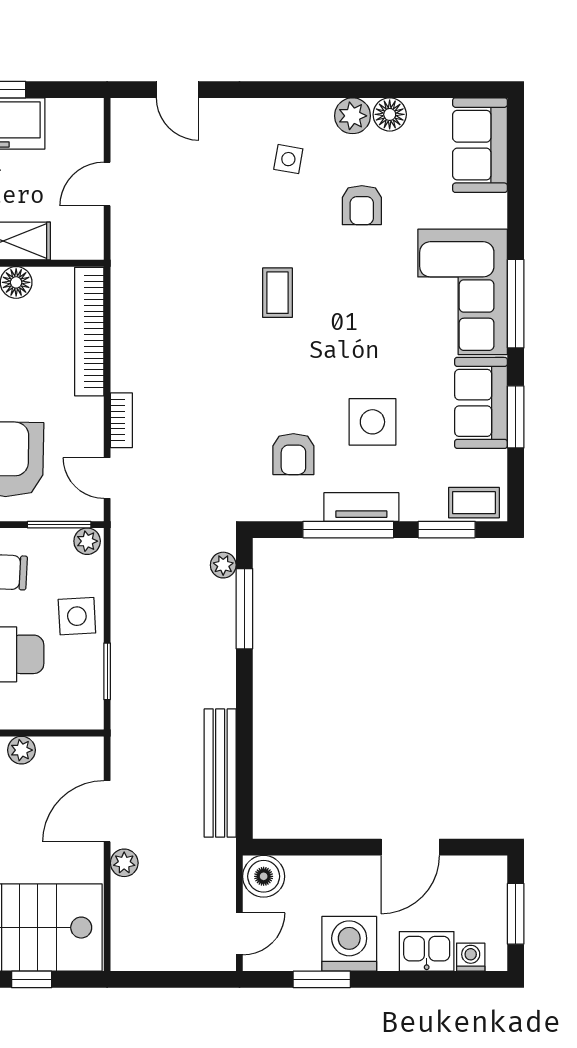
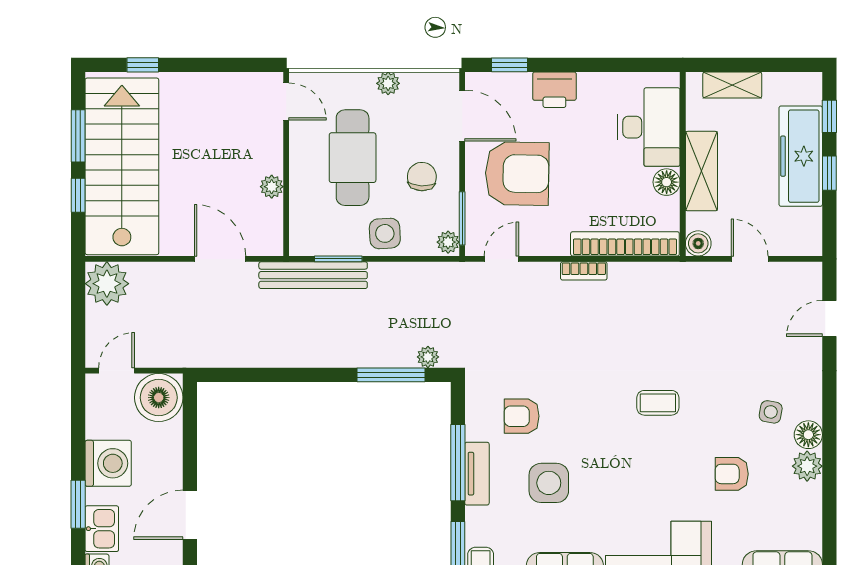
floor lamp: (390, 114) -> (808, 435), moved
boiler: (89, 245) -> (698, 243), added
bookcase: (121, 420) -> (584, 271), moved
bench: (220, 773) -> (313, 275), moved
door: (410, 847) -> (190, 515), hinge flipped
plant: (124, 863) -> (107, 284), moved, width x1.88, depth x1.88
boiler: (264, 876) -> (159, 398), width x1.37, depth x1.37
door: (239, 934) -> (117, 371), swing flipped
window: (322, 979) -> (78, 504), moved

